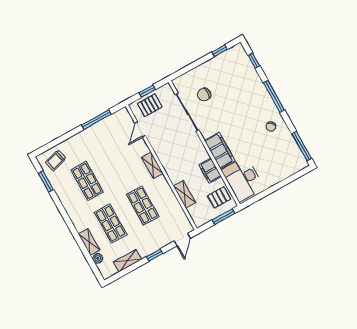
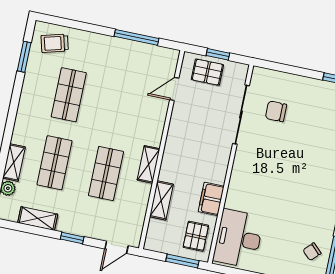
chair: (271, 127) -> (312, 252), moved
filing cabinet: (220, 150) -> (240, 186), removed
shelving: (152, 165) -> (149, 164), moved
pallet: (219, 197) -> (196, 236), turned 90

